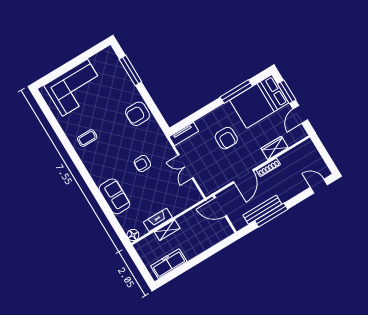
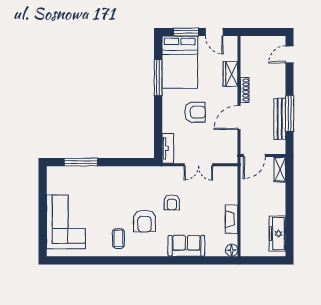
armchair: (137, 114) -> (145, 221), moved
door: (243, 176) -> (239, 118), swing flipped
shelving: (167, 230) -> (280, 169), moved

